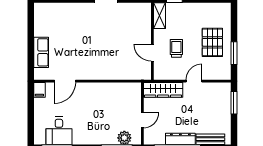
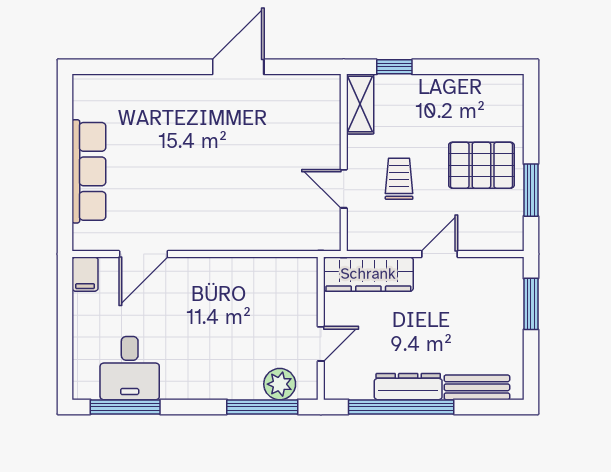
pallet: (212, 42) -> (481, 165), turned 90
row of seats: (41, 52) -> (89, 171), width x1.48

